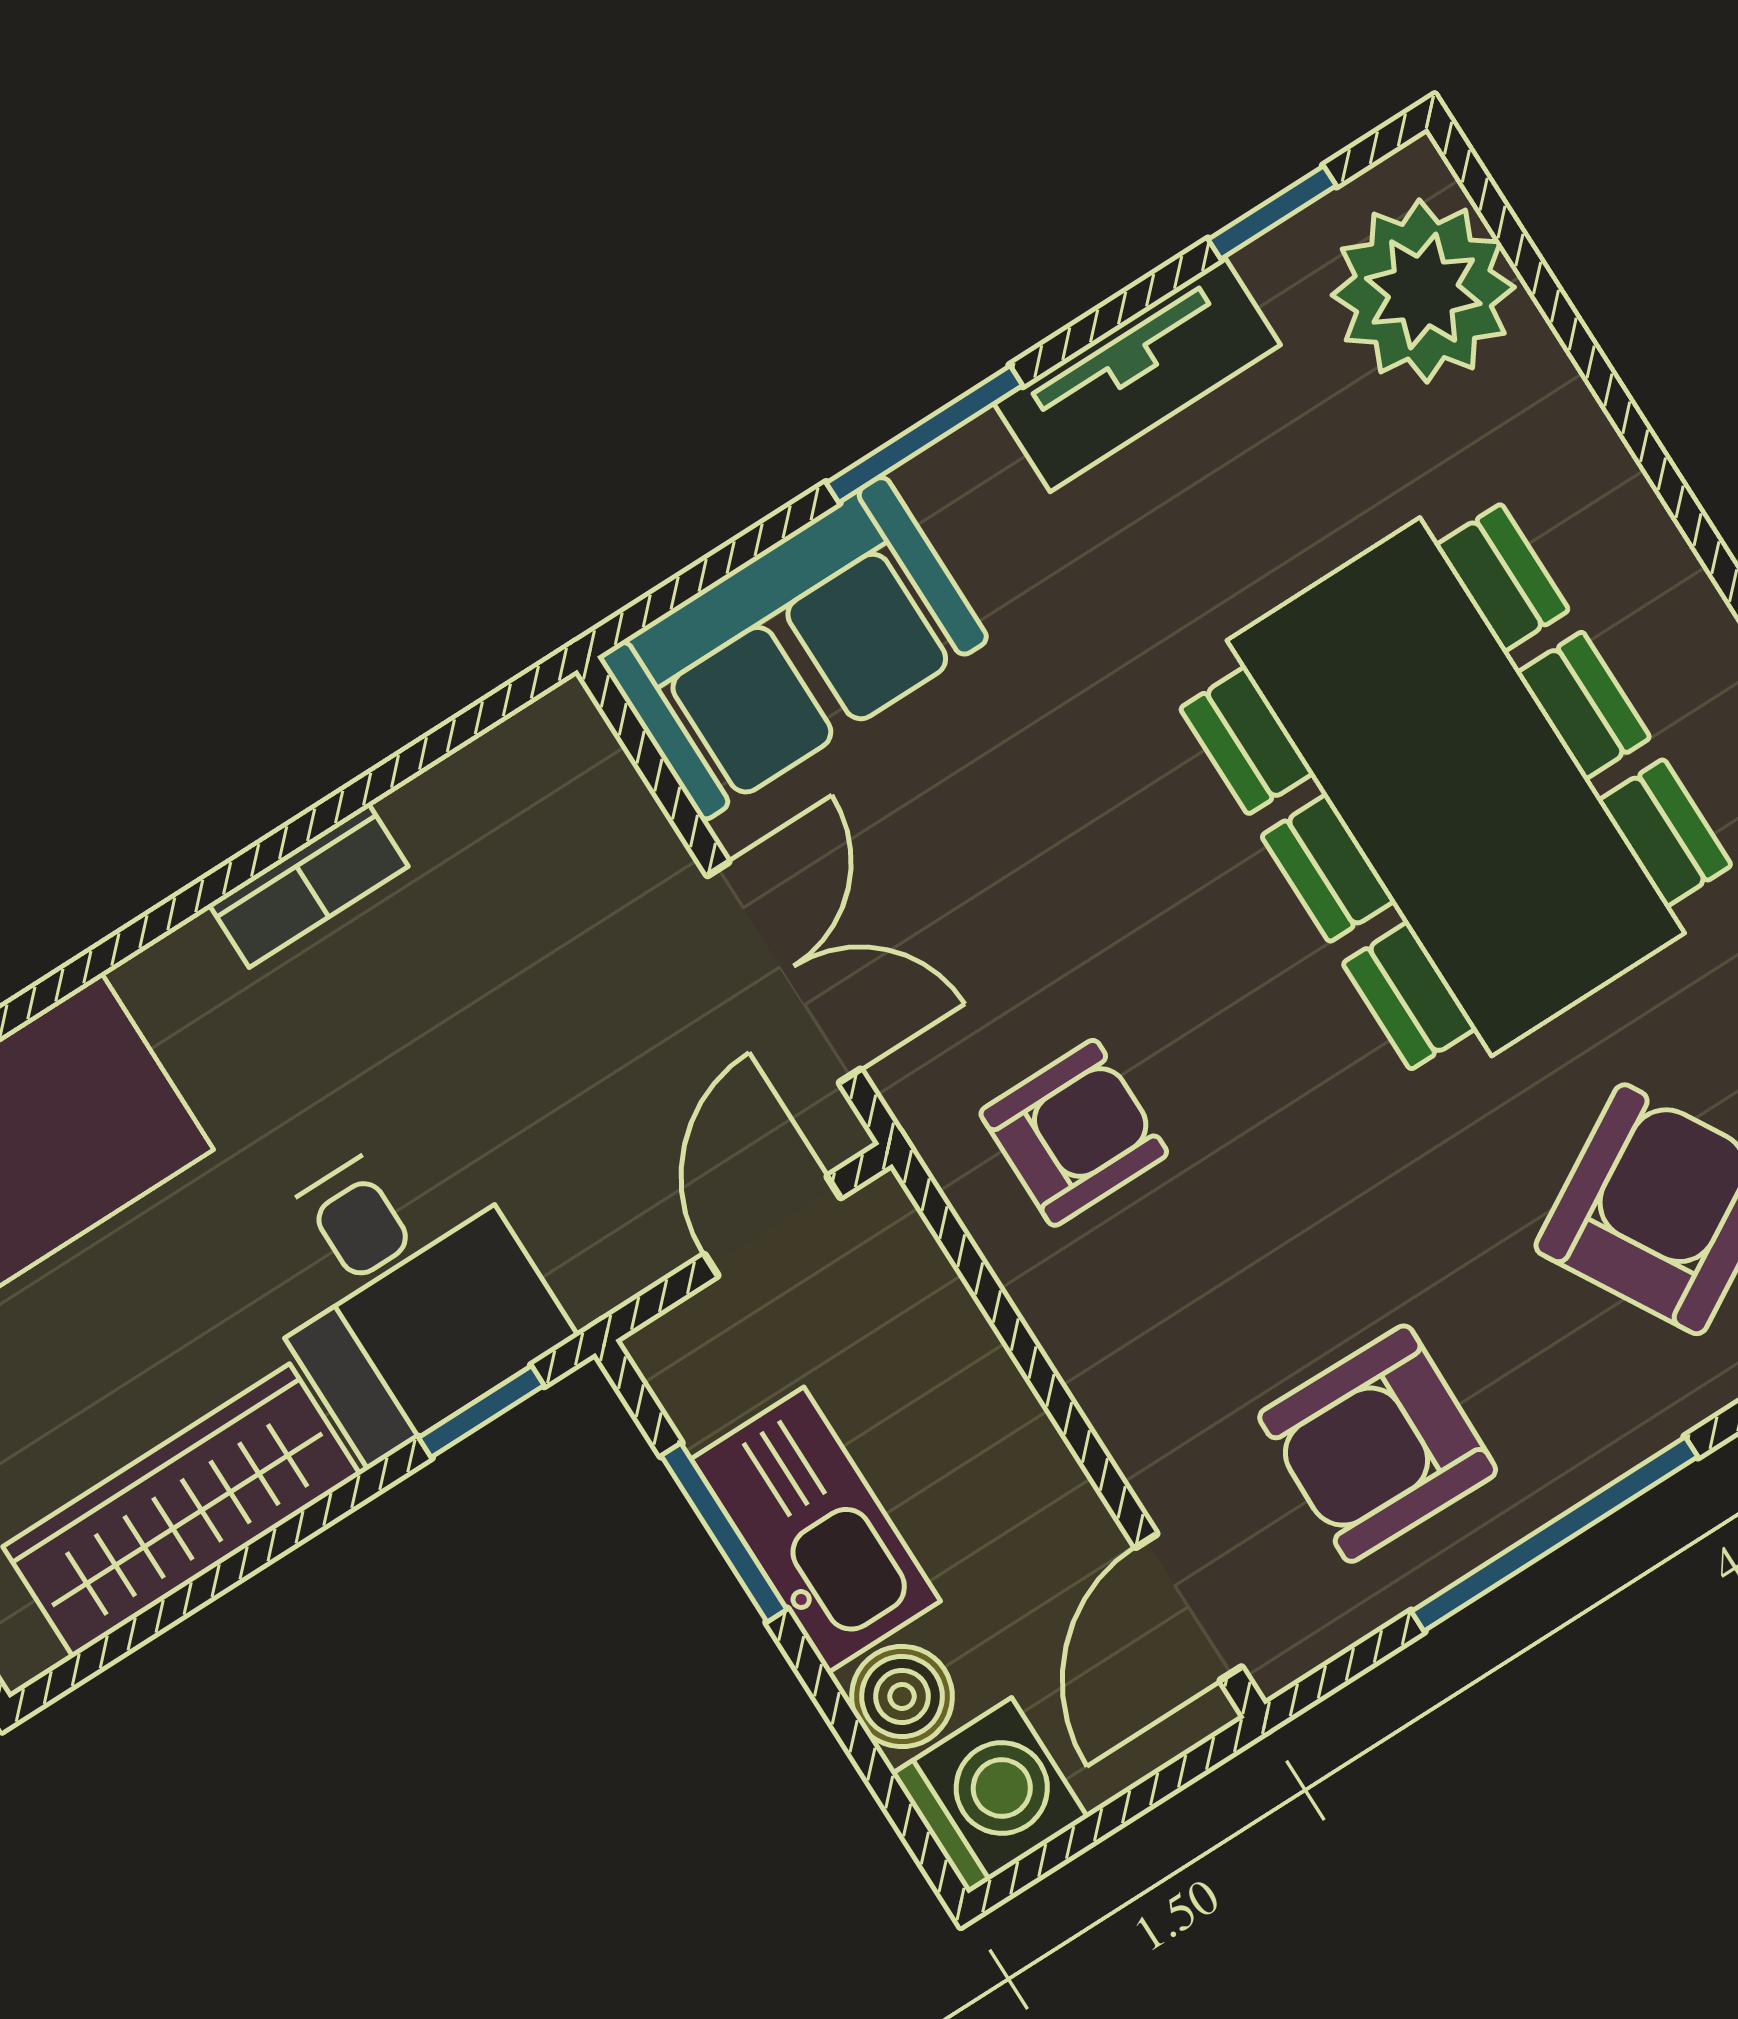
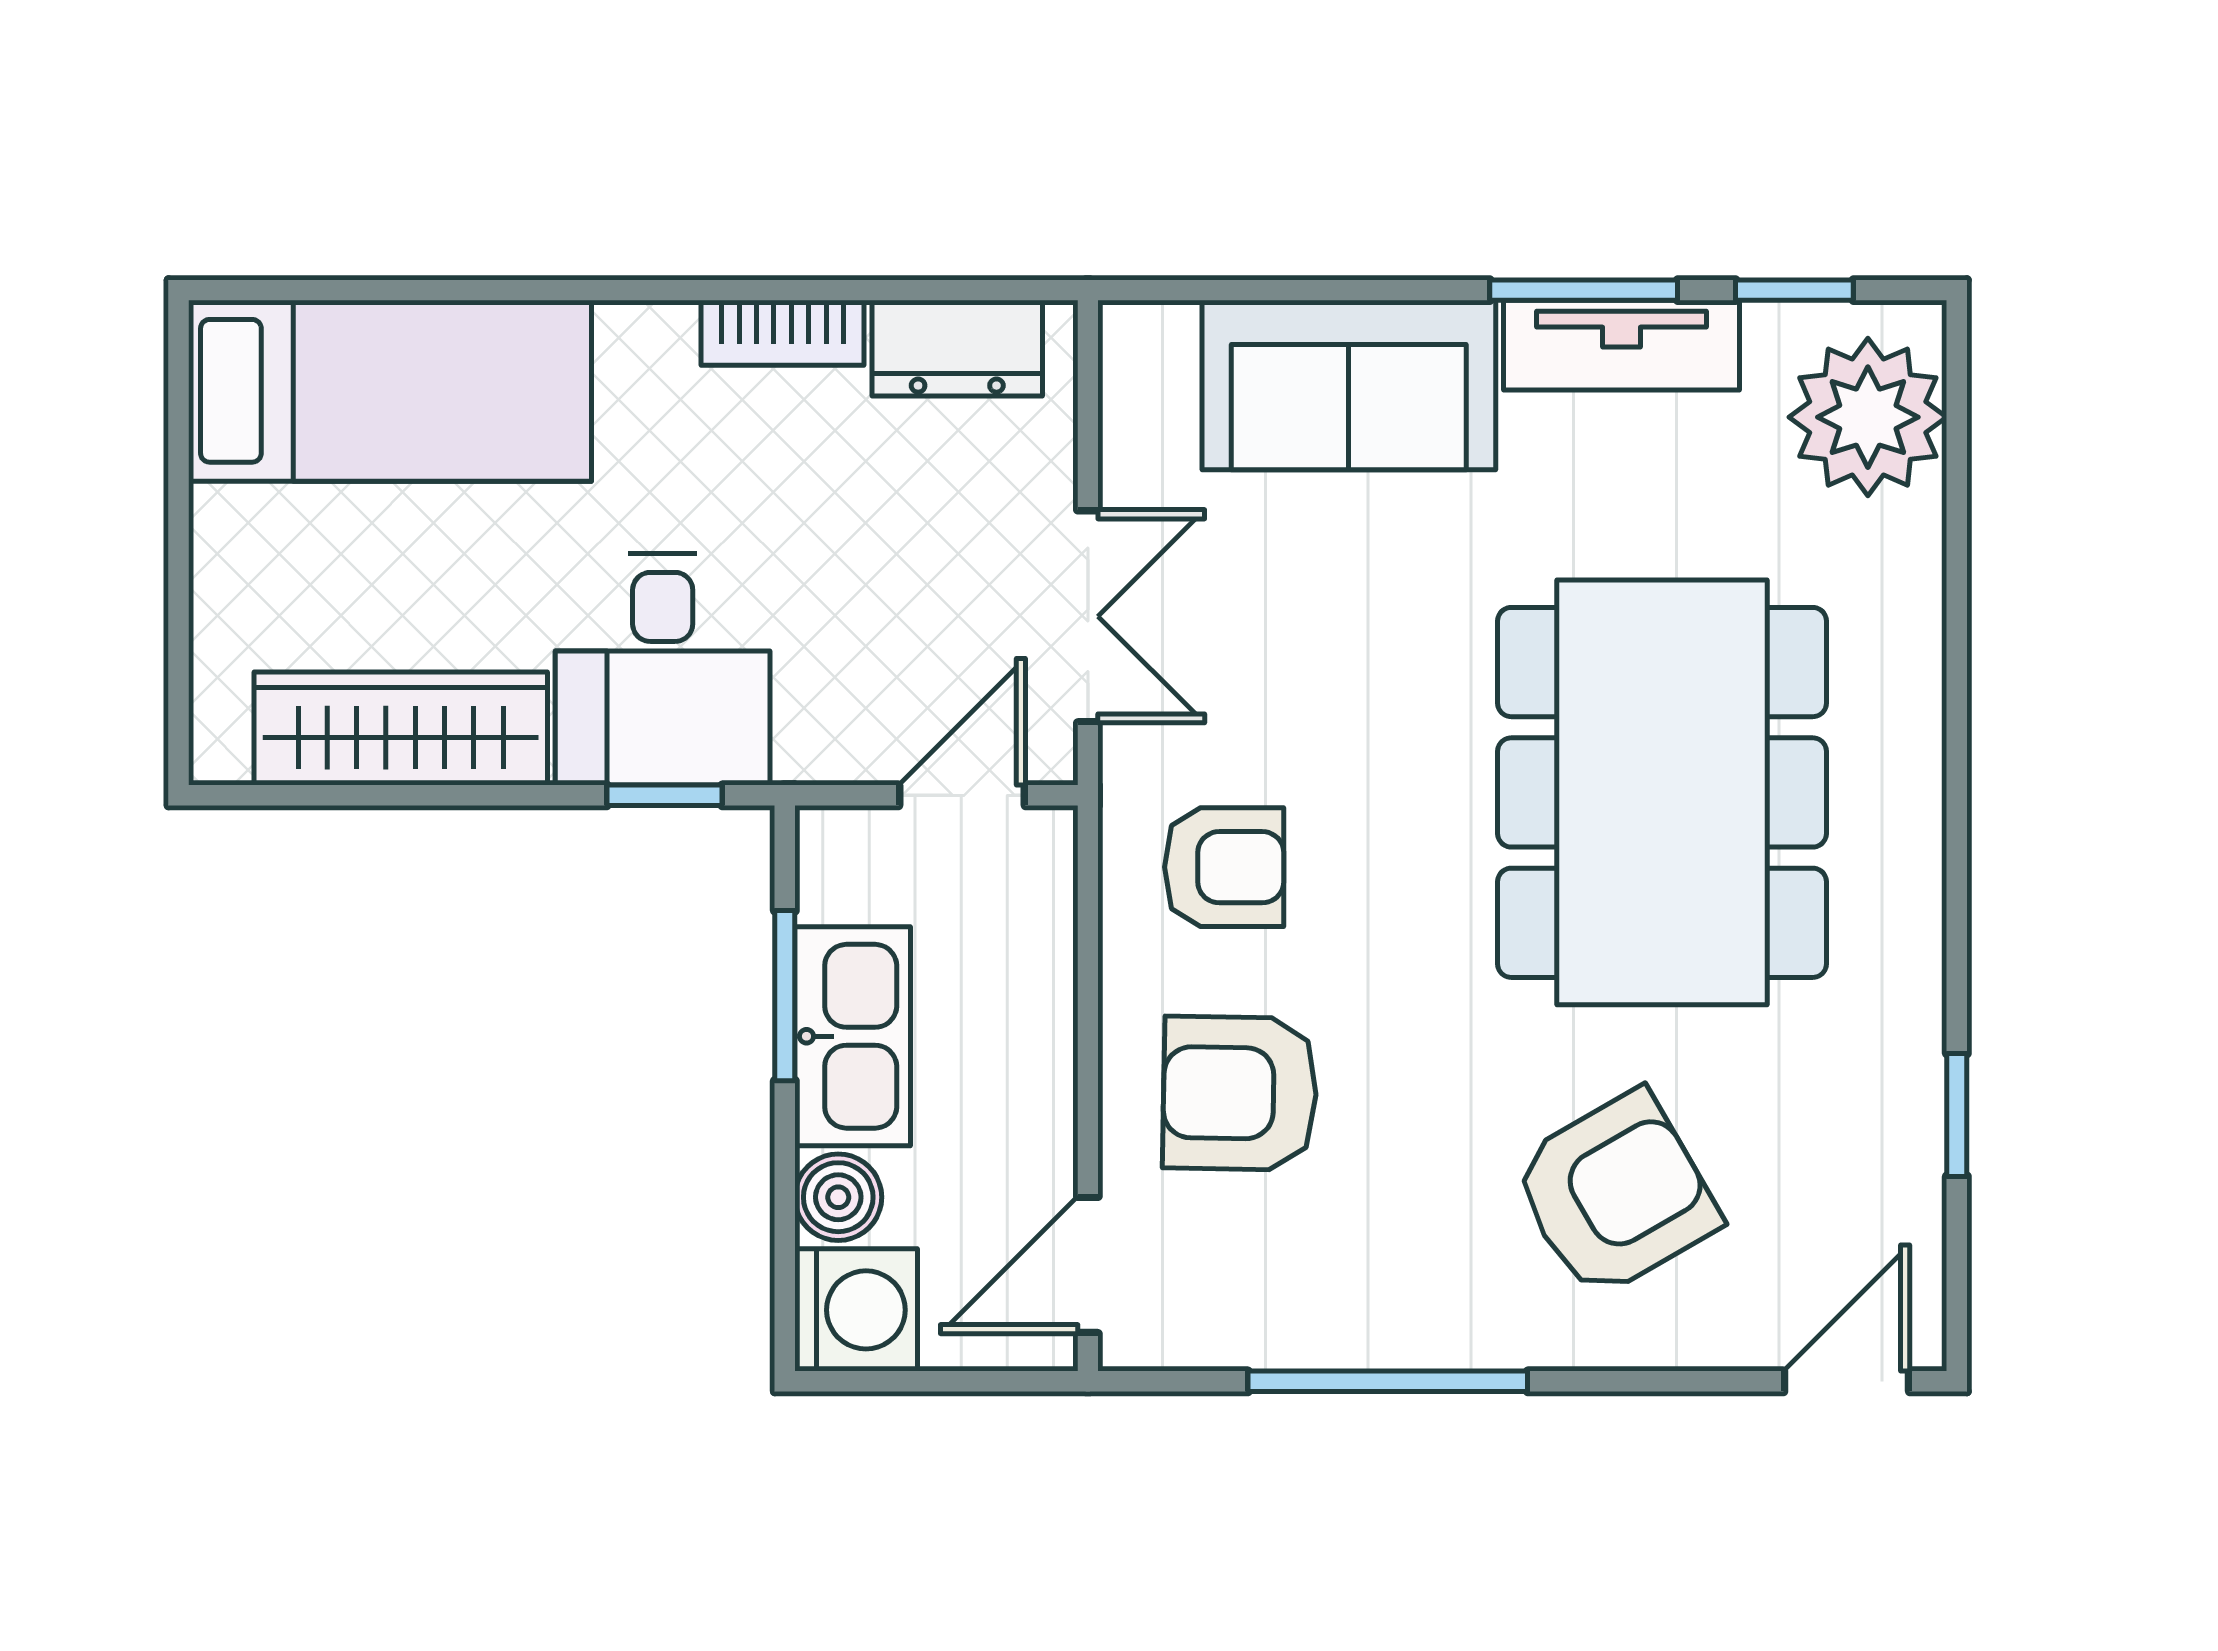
window: (924, 434) -> (1584, 290), moved
sofa: (793, 648) -> (1349, 385), moved
dresser: (489, 791) -> (957, 348), added
armchair: (1378, 1444) -> (1240, 1093), moved

